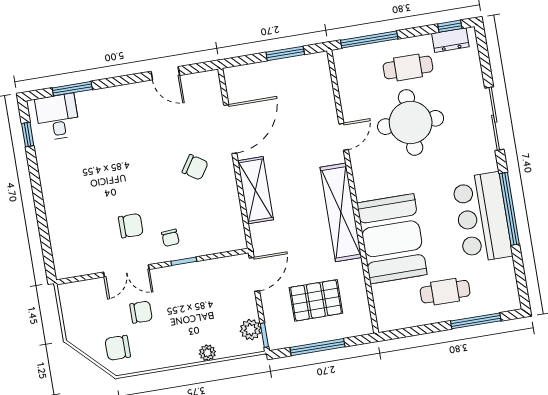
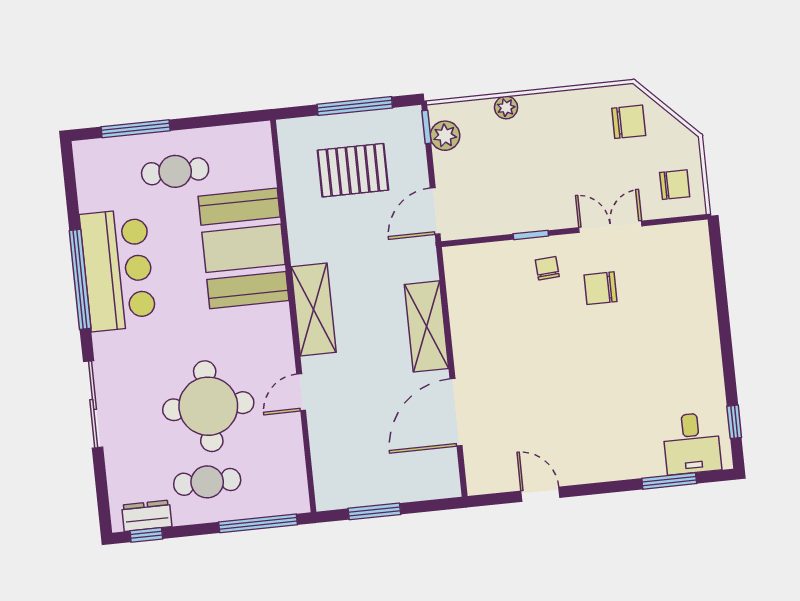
chair: (195, 167) -> (507, 363), removed
shelving: (341, 212) -> (314, 310), width x0.68
chair: (141, 312) -> (675, 185), moved, turned 180

